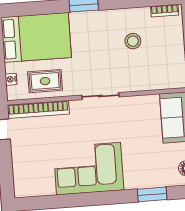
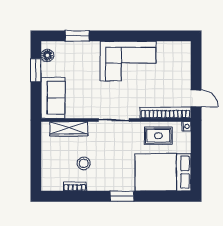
bookcase: (165, 11) -> (75, 186), moved
nightstand: (11, 79) -> (186, 126), moved
wardrobe: (154, 81) -> (69, 129), added

